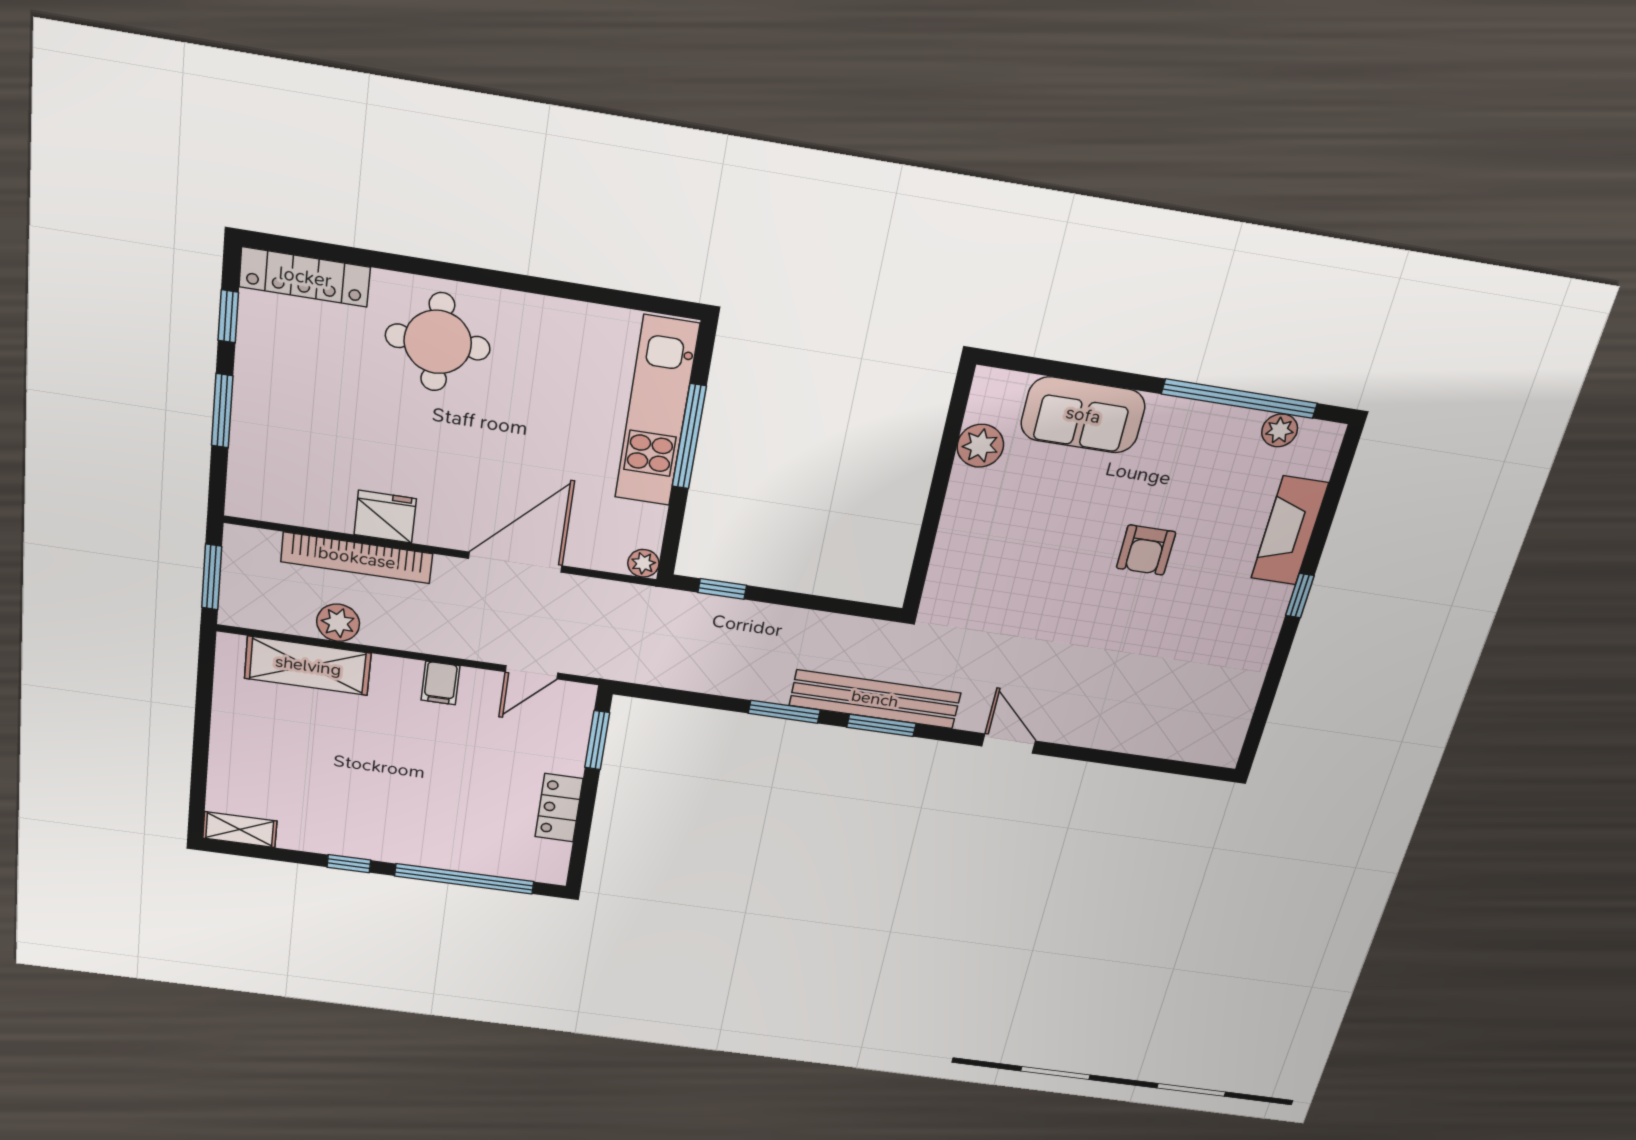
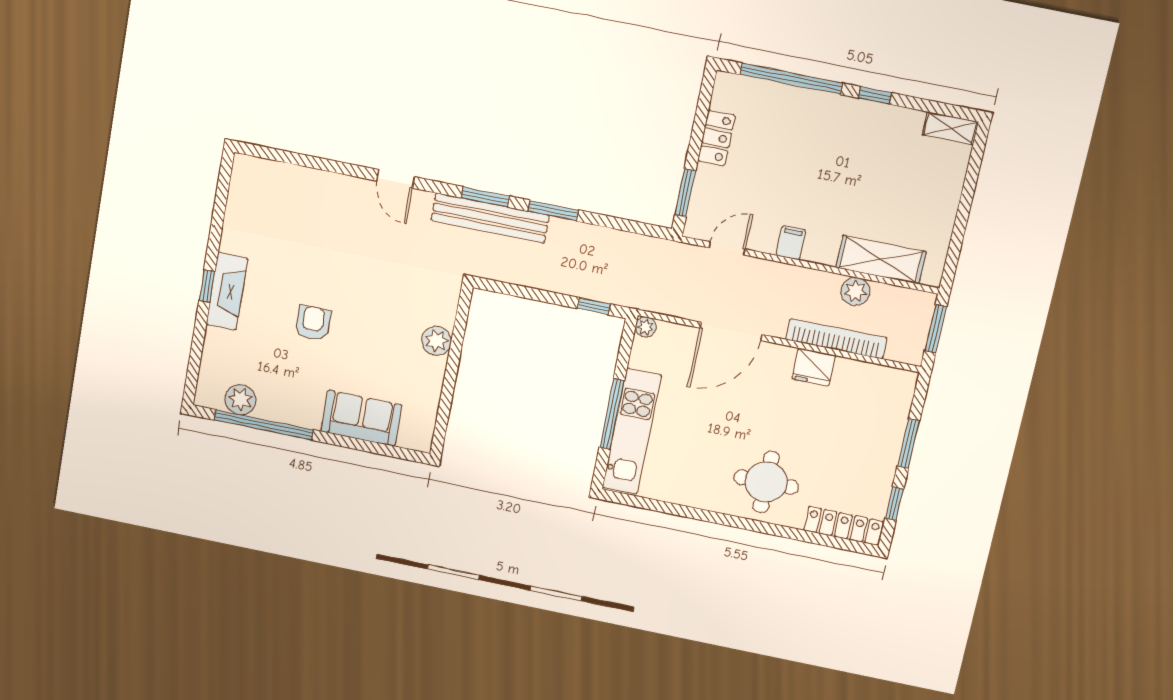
plant: (1280, 430) -> (240, 400), width x1.38, depth x1.38
plant: (980, 446) -> (437, 341), moved
fireplace: (1290, 531) -> (227, 291), moved

